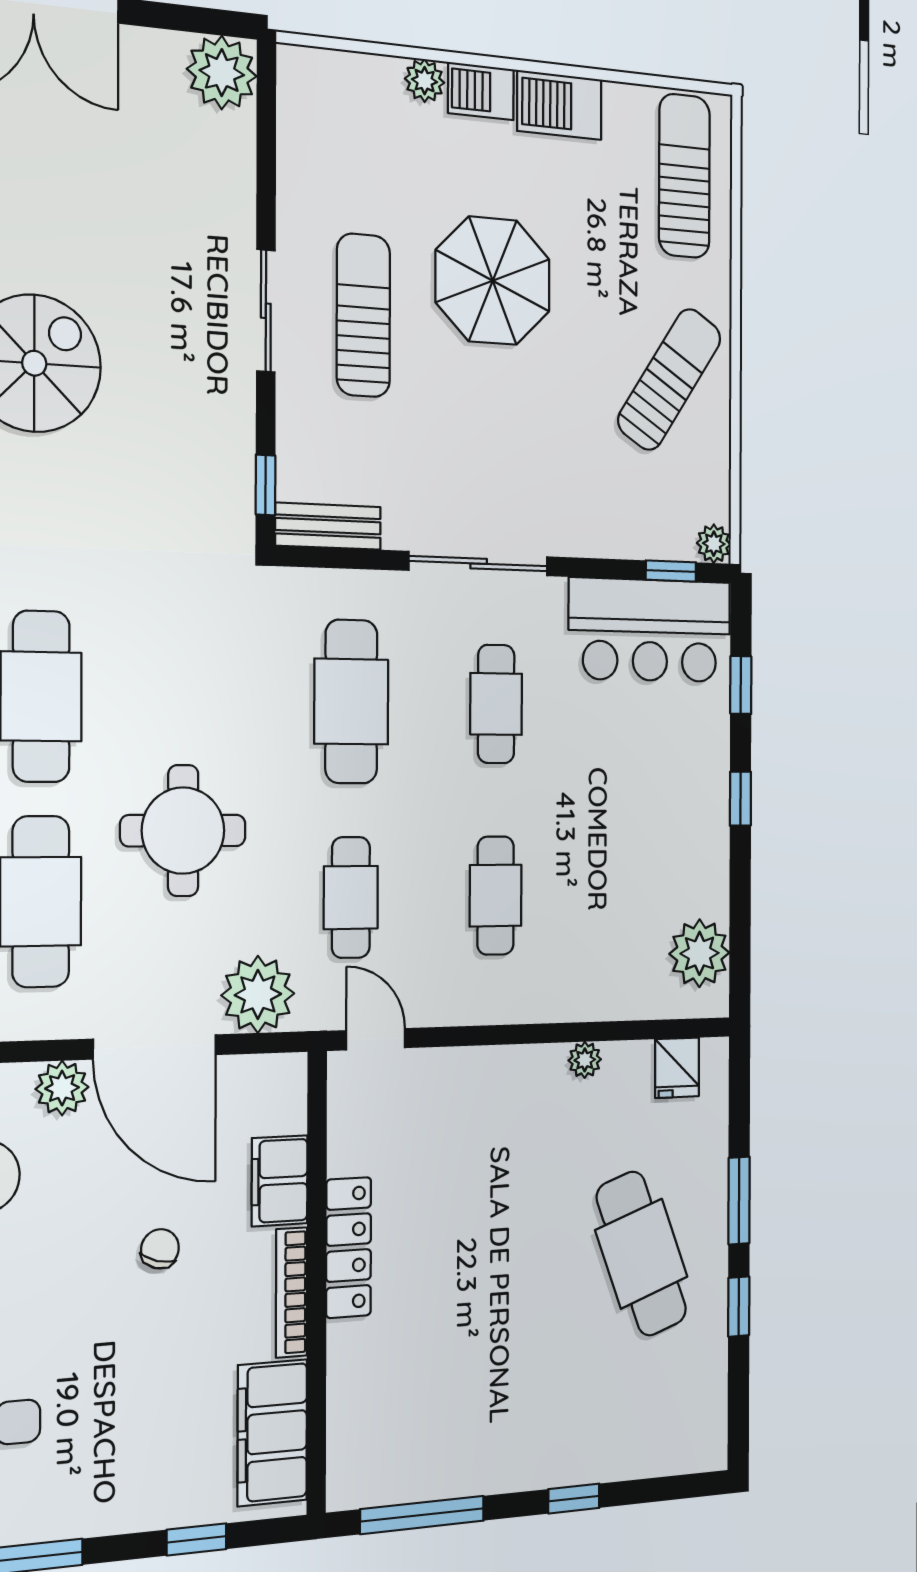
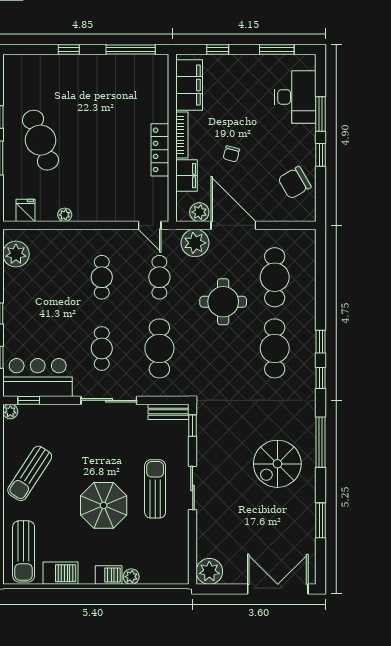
barbecue: (559, 105) -> (60, 573), moved
sun lounger: (363, 315) -> (155, 489), turned 180
plant: (62, 1088) -> (199, 212), moved

